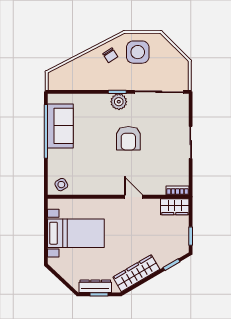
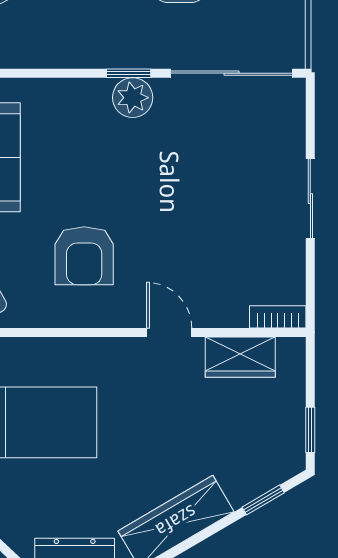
armchair: (128, 138) -> (84, 256), moved
wardrobe: (175, 207) -> (240, 357), moved

